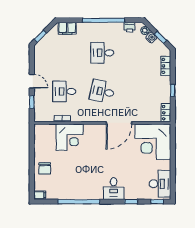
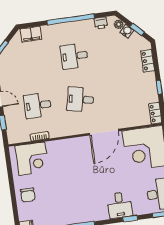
corner desk: (69, 137) -> (32, 159), moved
desk: (114, 189) -> (120, 205), moved

